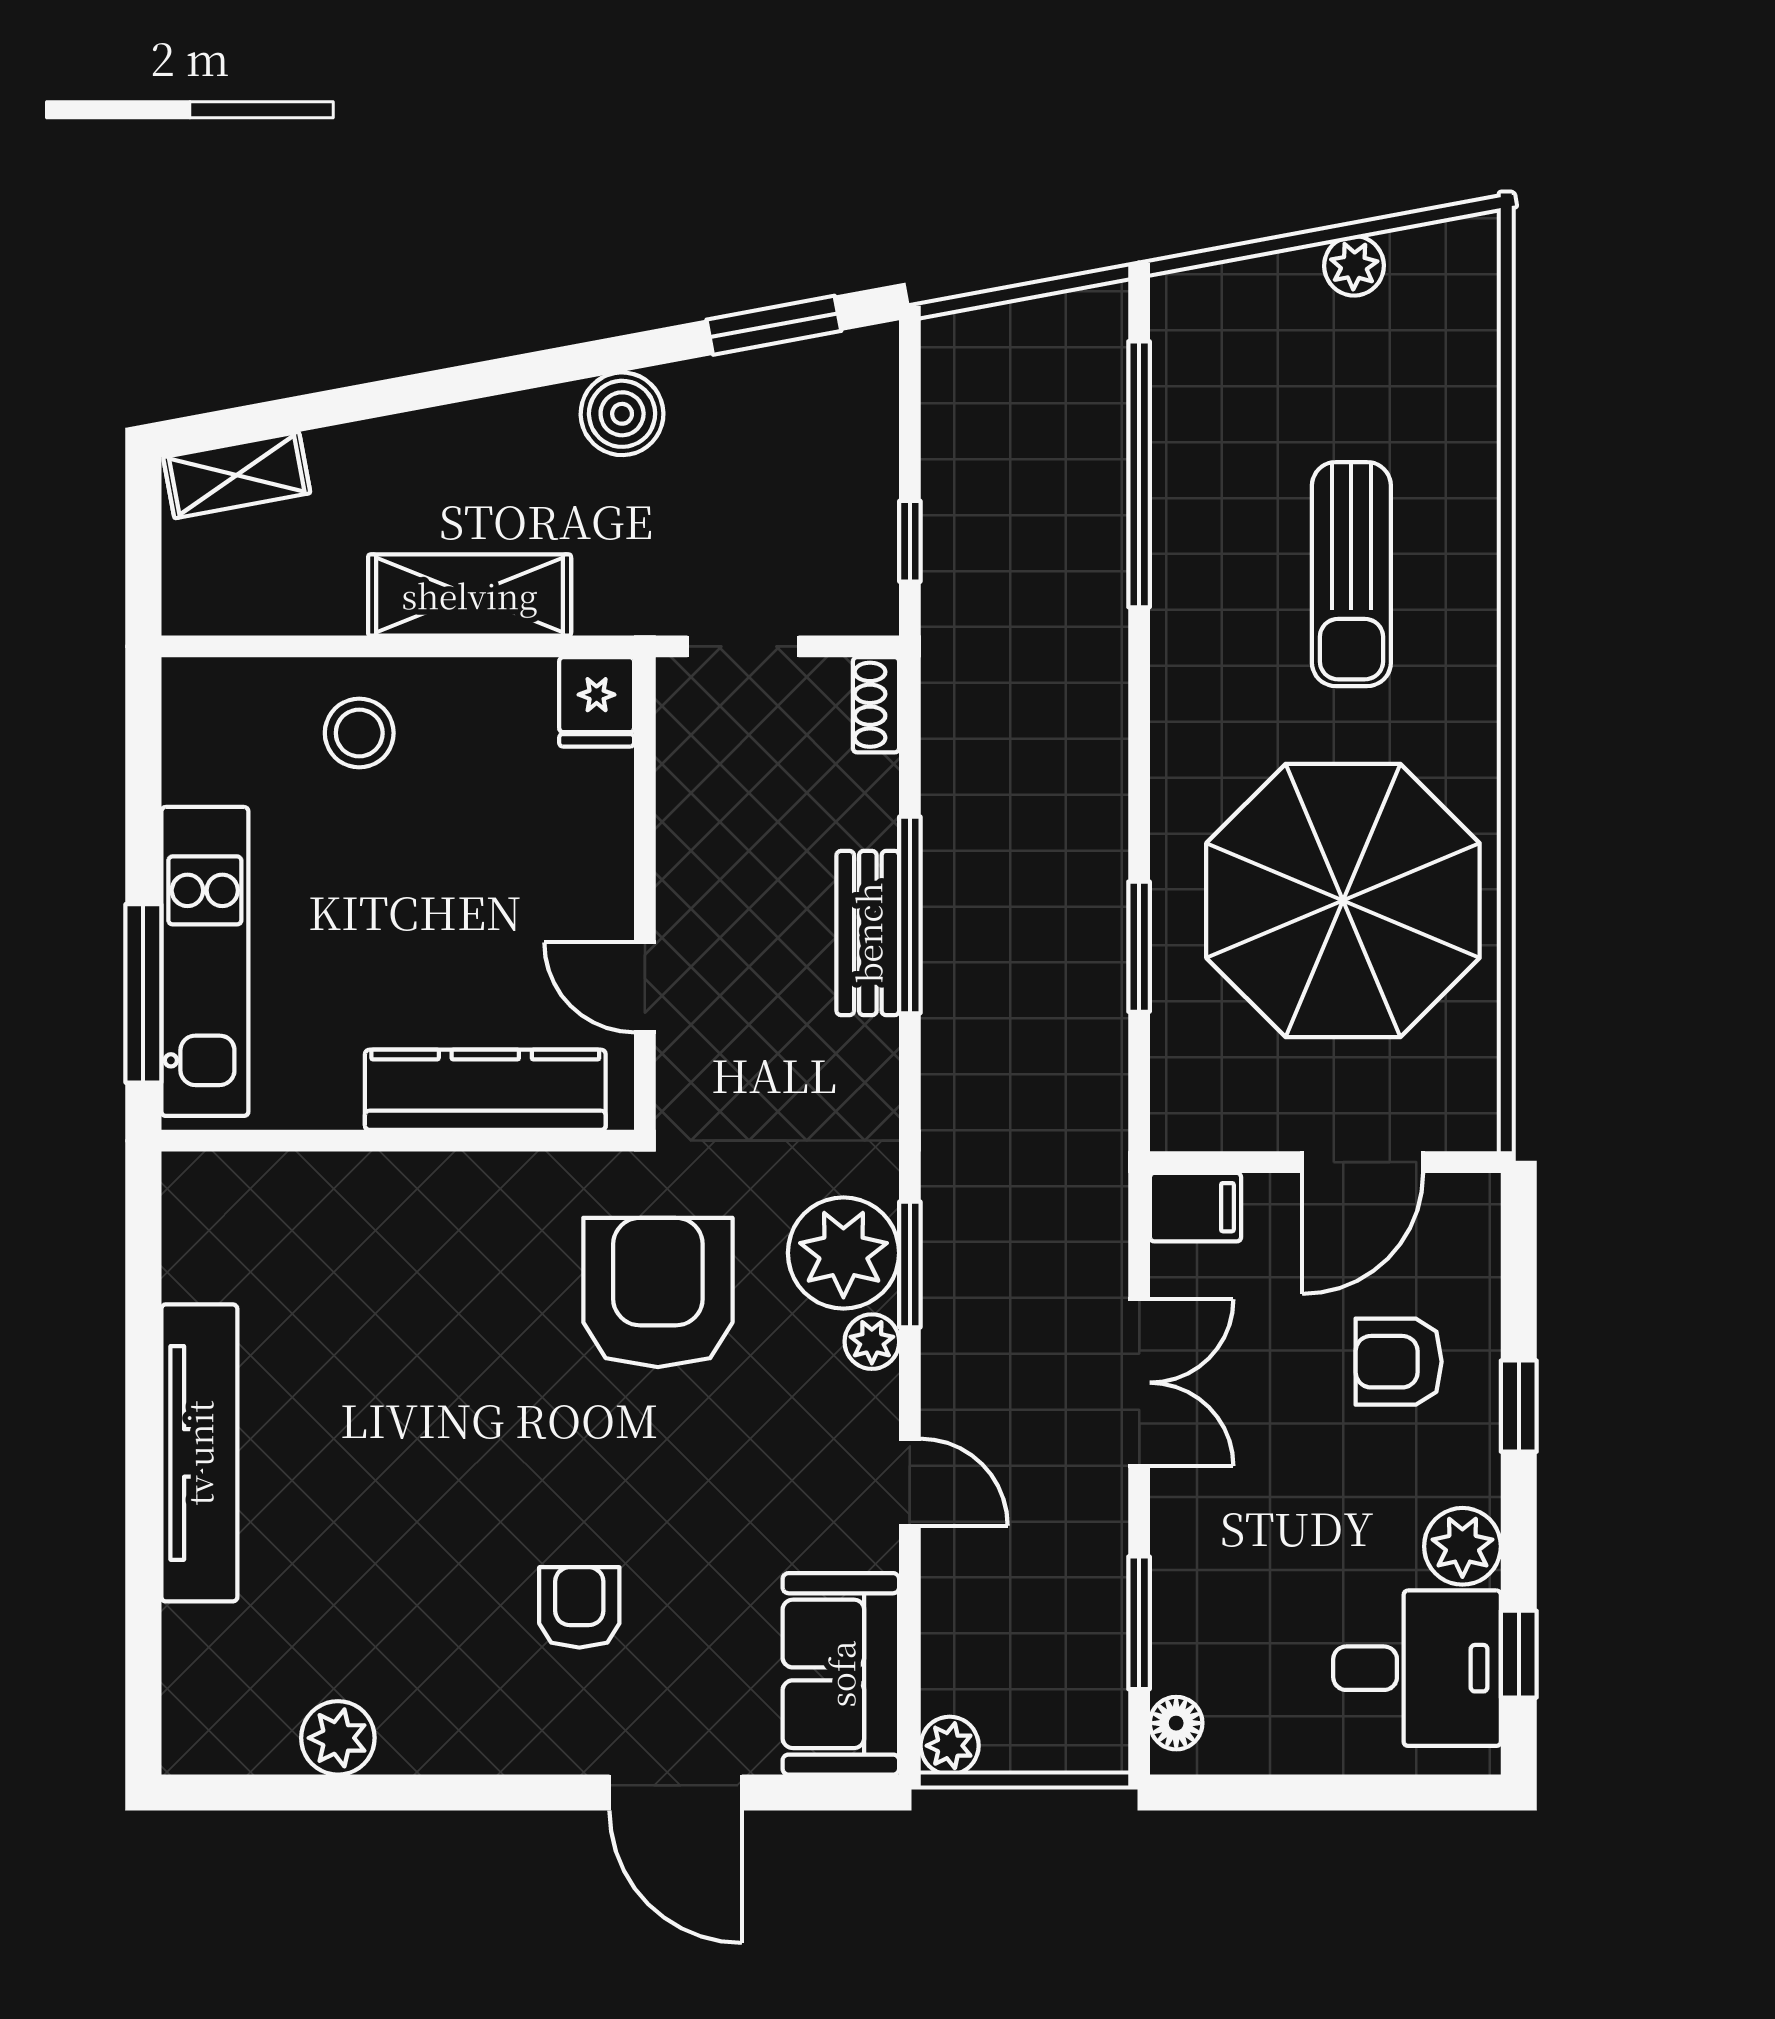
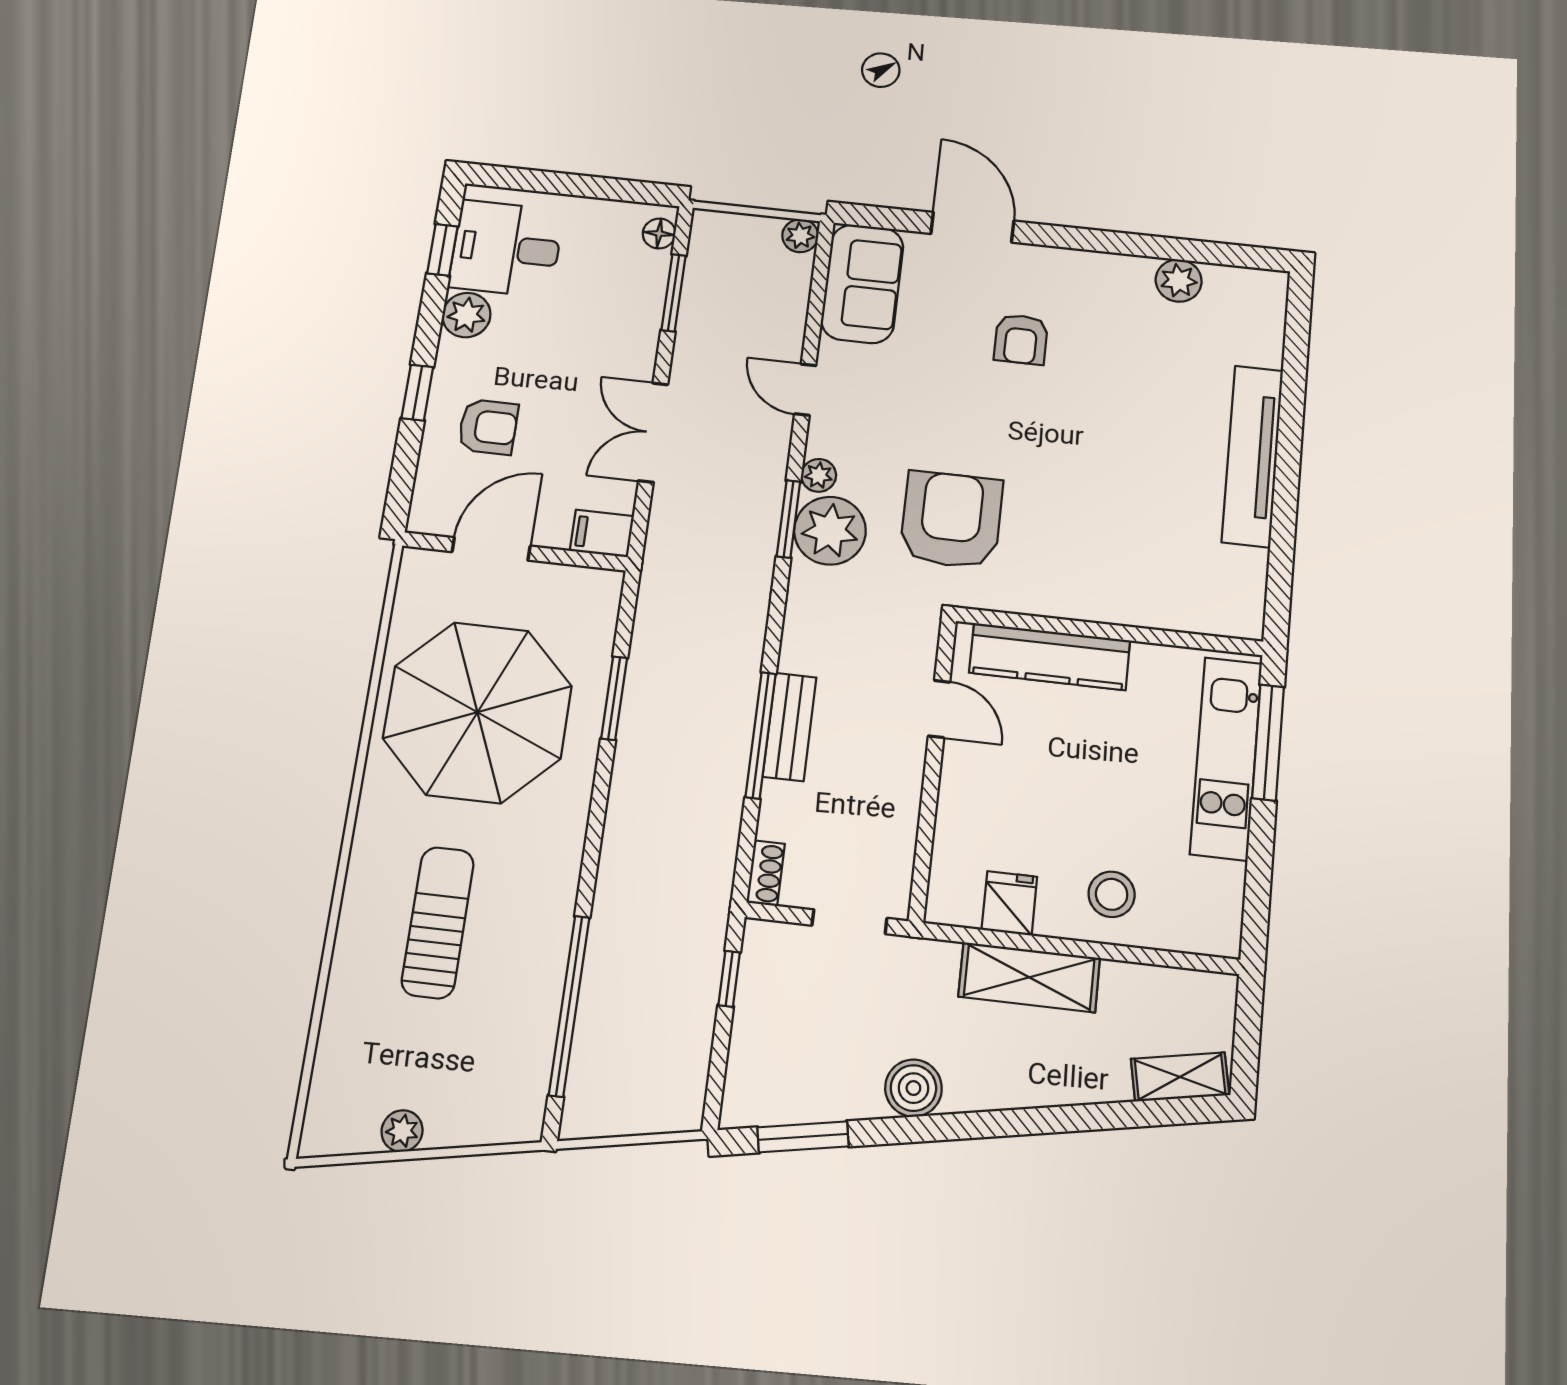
fridge: (597, 702) -> (1009, 903), moved
armchair: (658, 1292) -> (951, 520), turned 180

